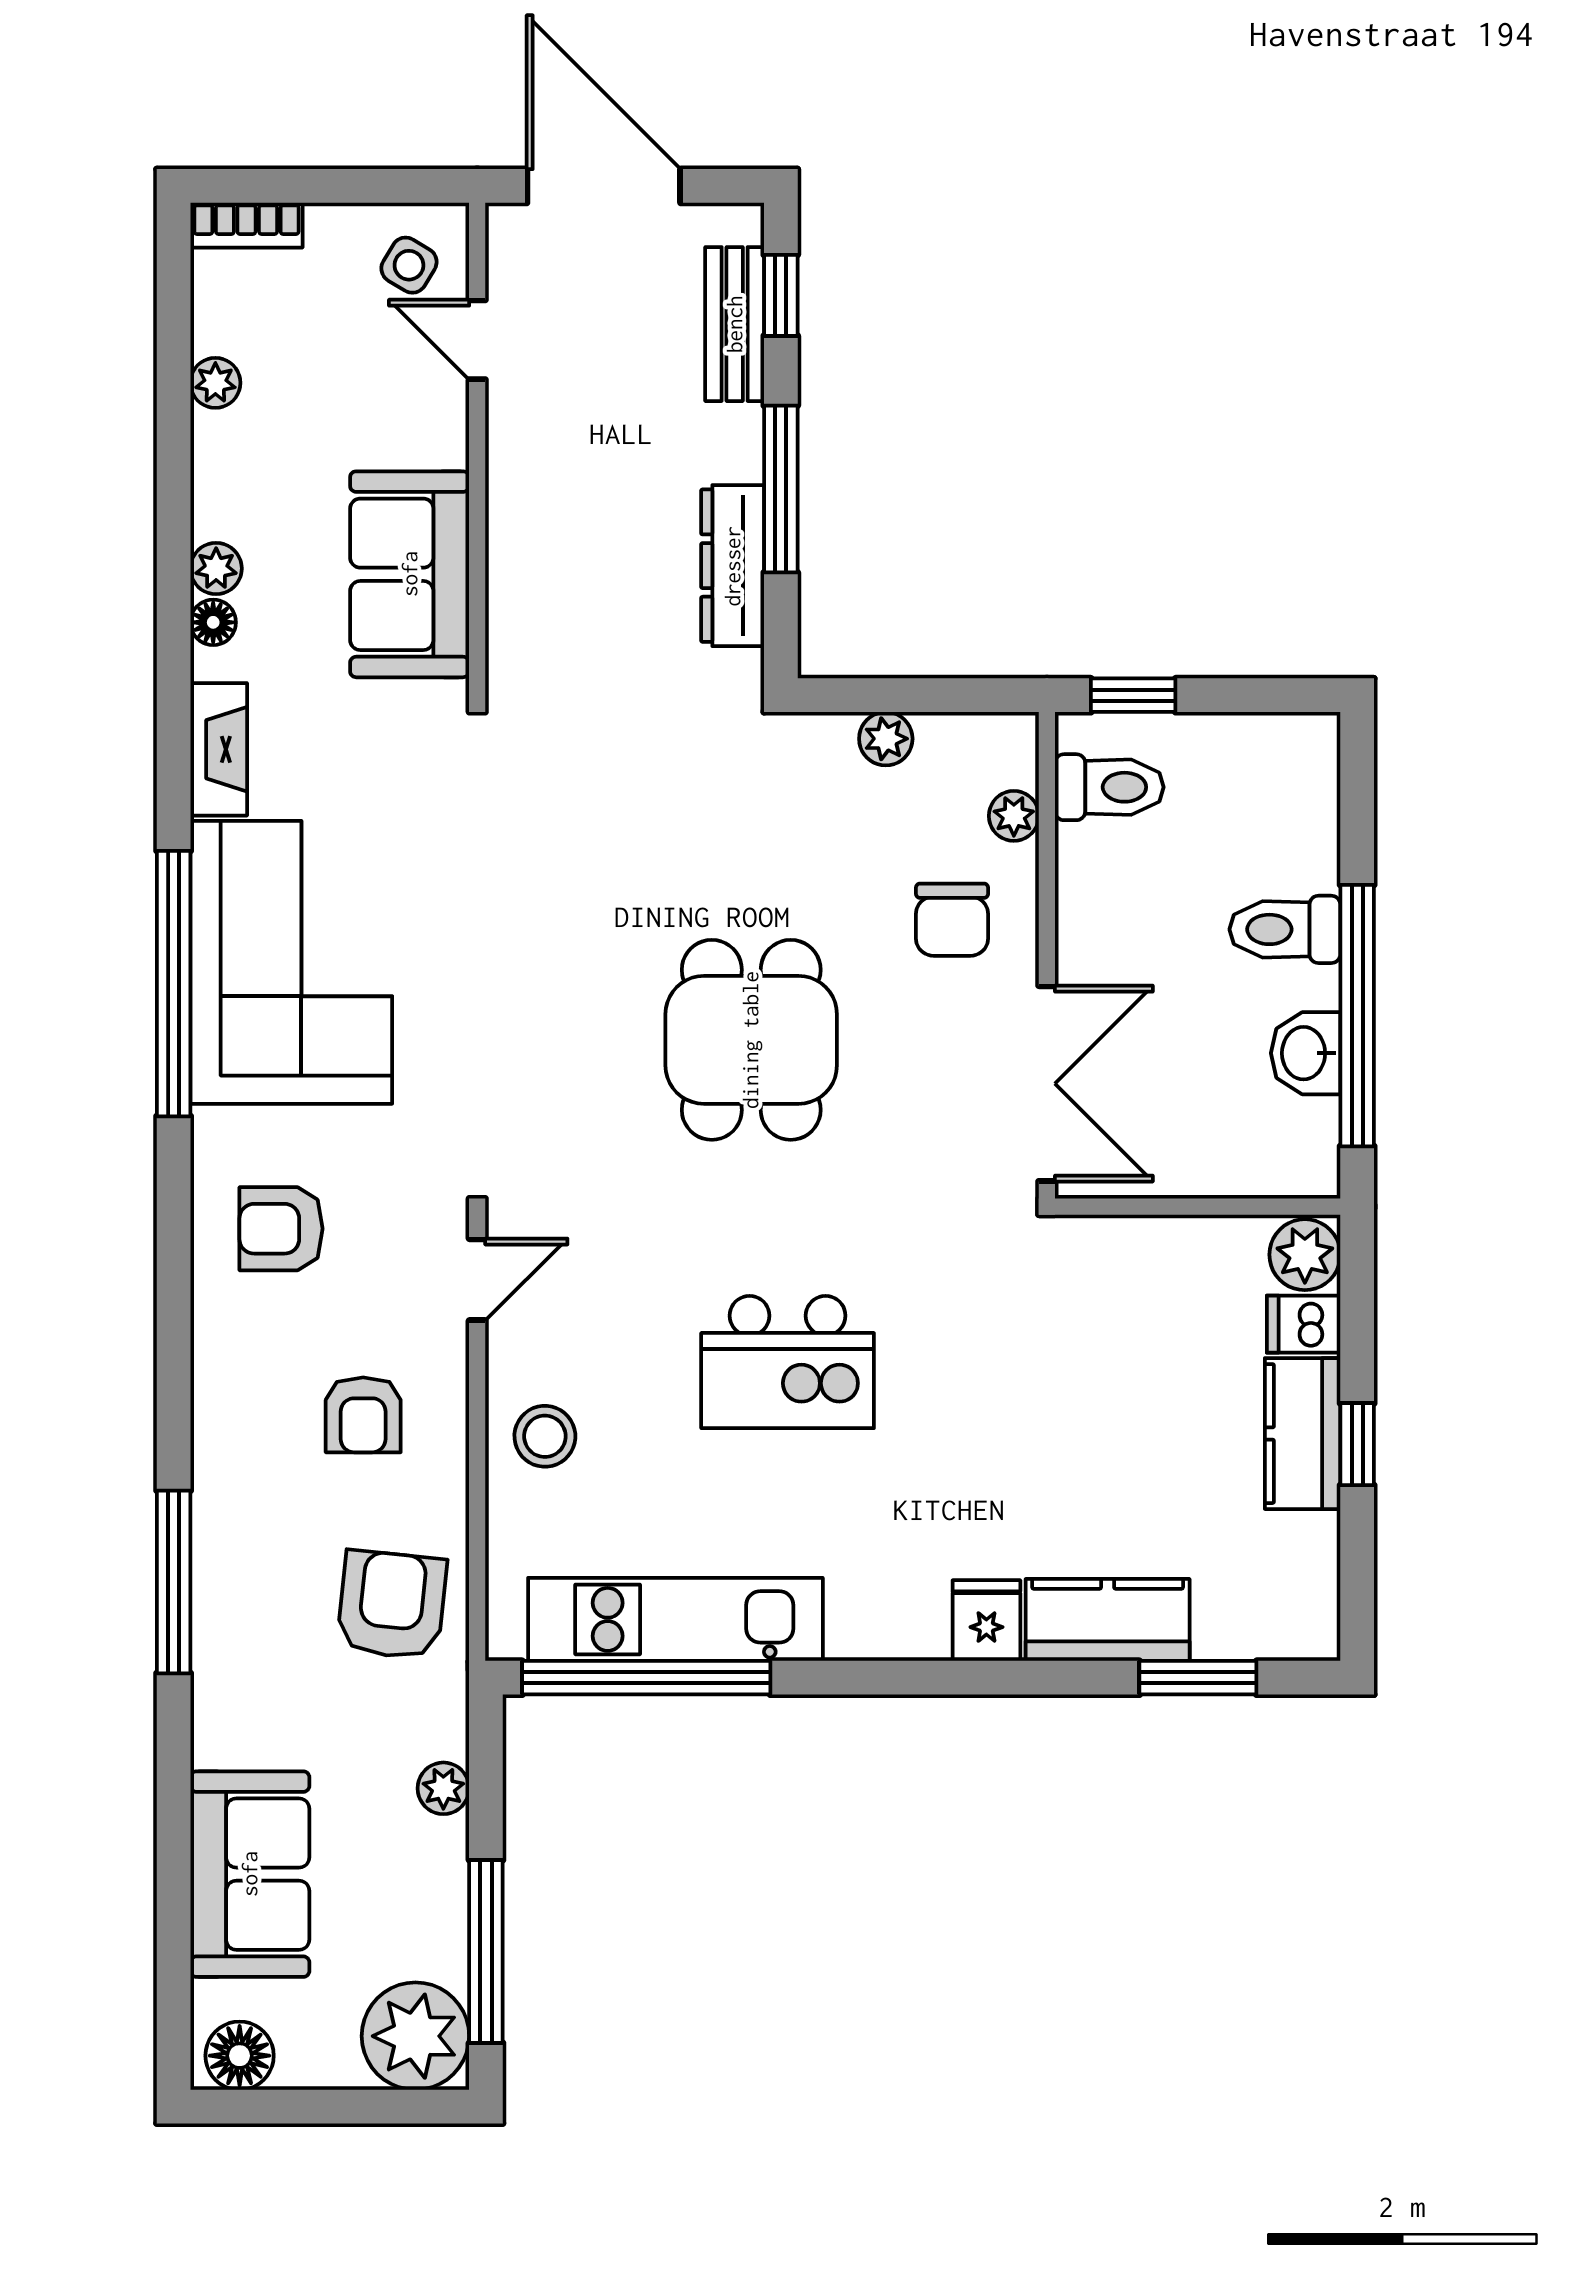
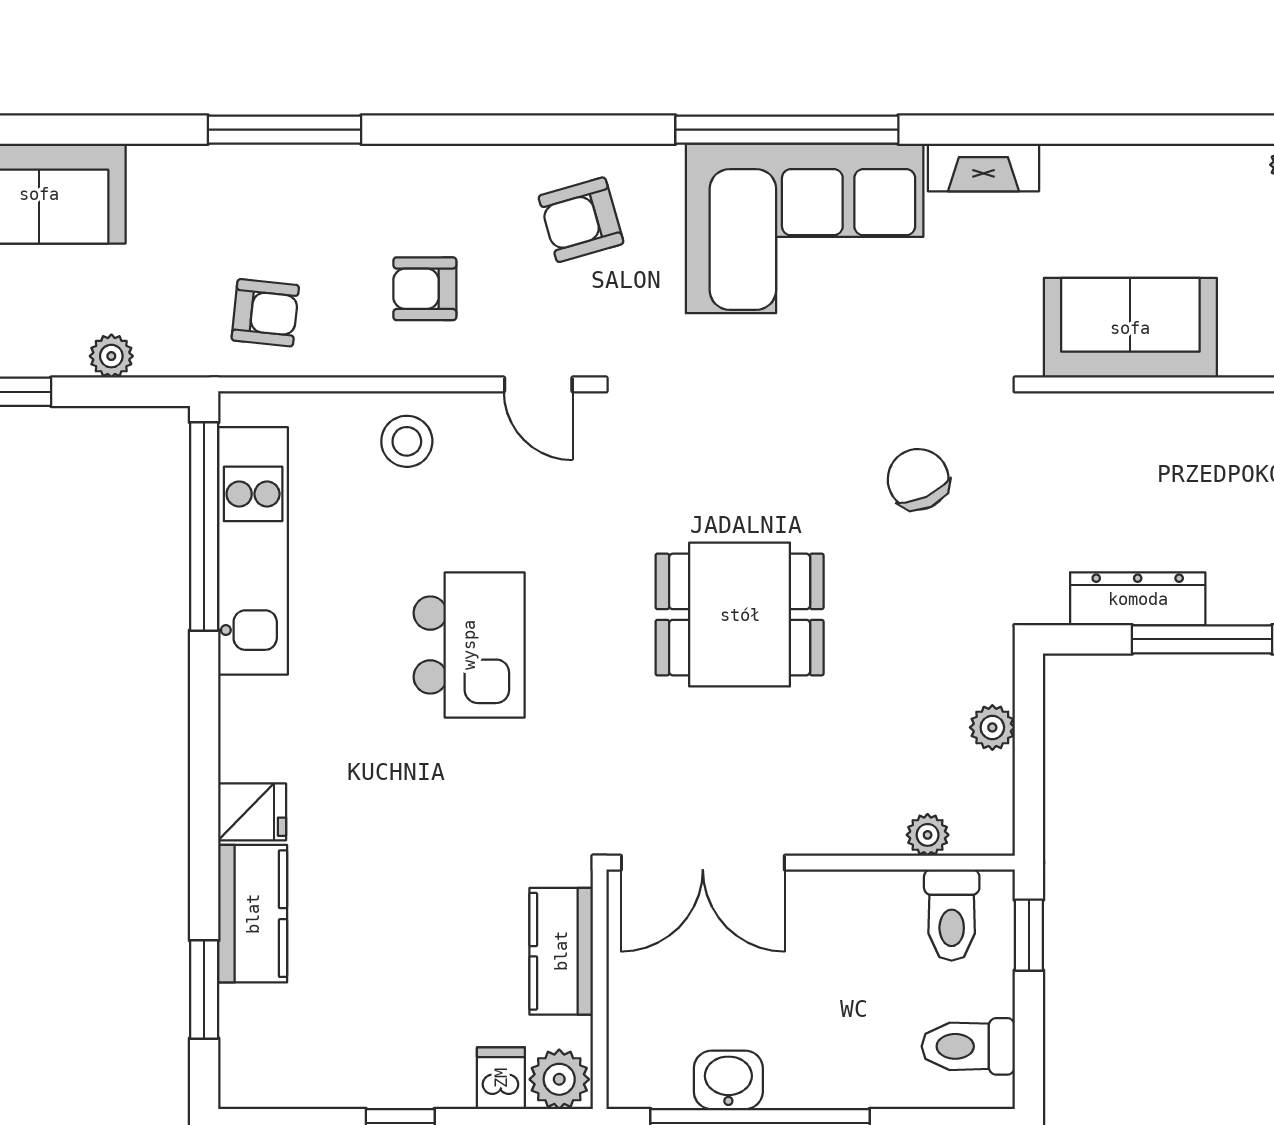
plant: (216, 568) -> (1135, 165), removed
floor lamp: (213, 622) -> (1090, 163), removed
chair: (952, 920) -> (918, 479), moved, turned 65
toilet: (1285, 929) -> (968, 1046), moved, turned -90
armchair: (281, 1229) -> (581, 220), turned -106
kitchen island: (788, 1362) -> (469, 645), turned 180
kitchen counter: (1303, 1434) -> (561, 951), moved, turned -90
armchair: (392, 1605) -> (265, 313), width x0.72, depth x0.72

